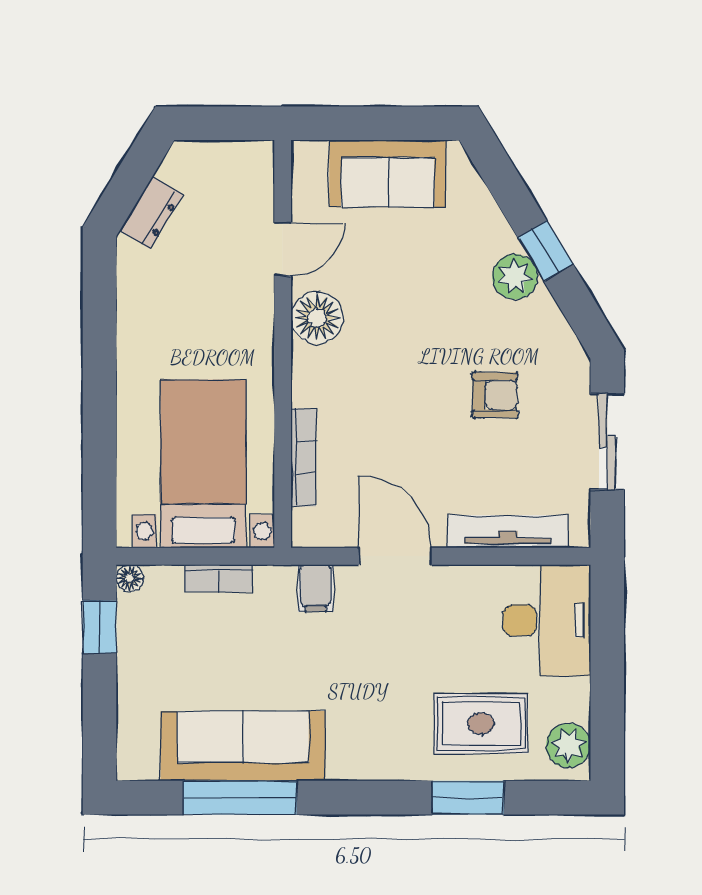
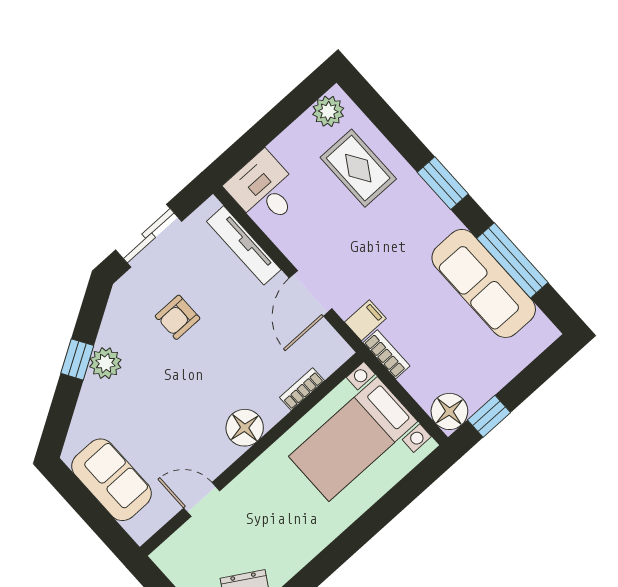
floor lamp: (317, 318) -> (245, 428), moved
armchair: (495, 395) -> (178, 317), turned -90
bookcase: (303, 457) -> (302, 389), width x0.64
floor lamp: (130, 578) -> (449, 411), width x1.89, depth x1.89
bookcase: (219, 578) -> (387, 354), moved
desk: (547, 620) -> (264, 190), width x0.73
window: (468, 798) -> (443, 183), moved

